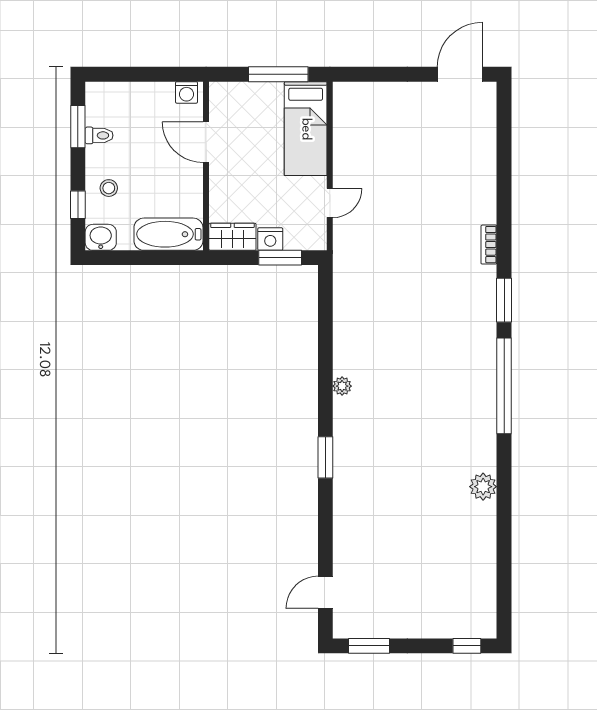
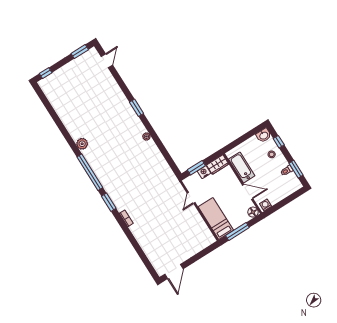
floor lamp: (221, 94) -> (253, 212), added
bathtub: (168, 234) -> (242, 167), moved, turned -90
plant: (483, 487) -> (82, 144), moved

